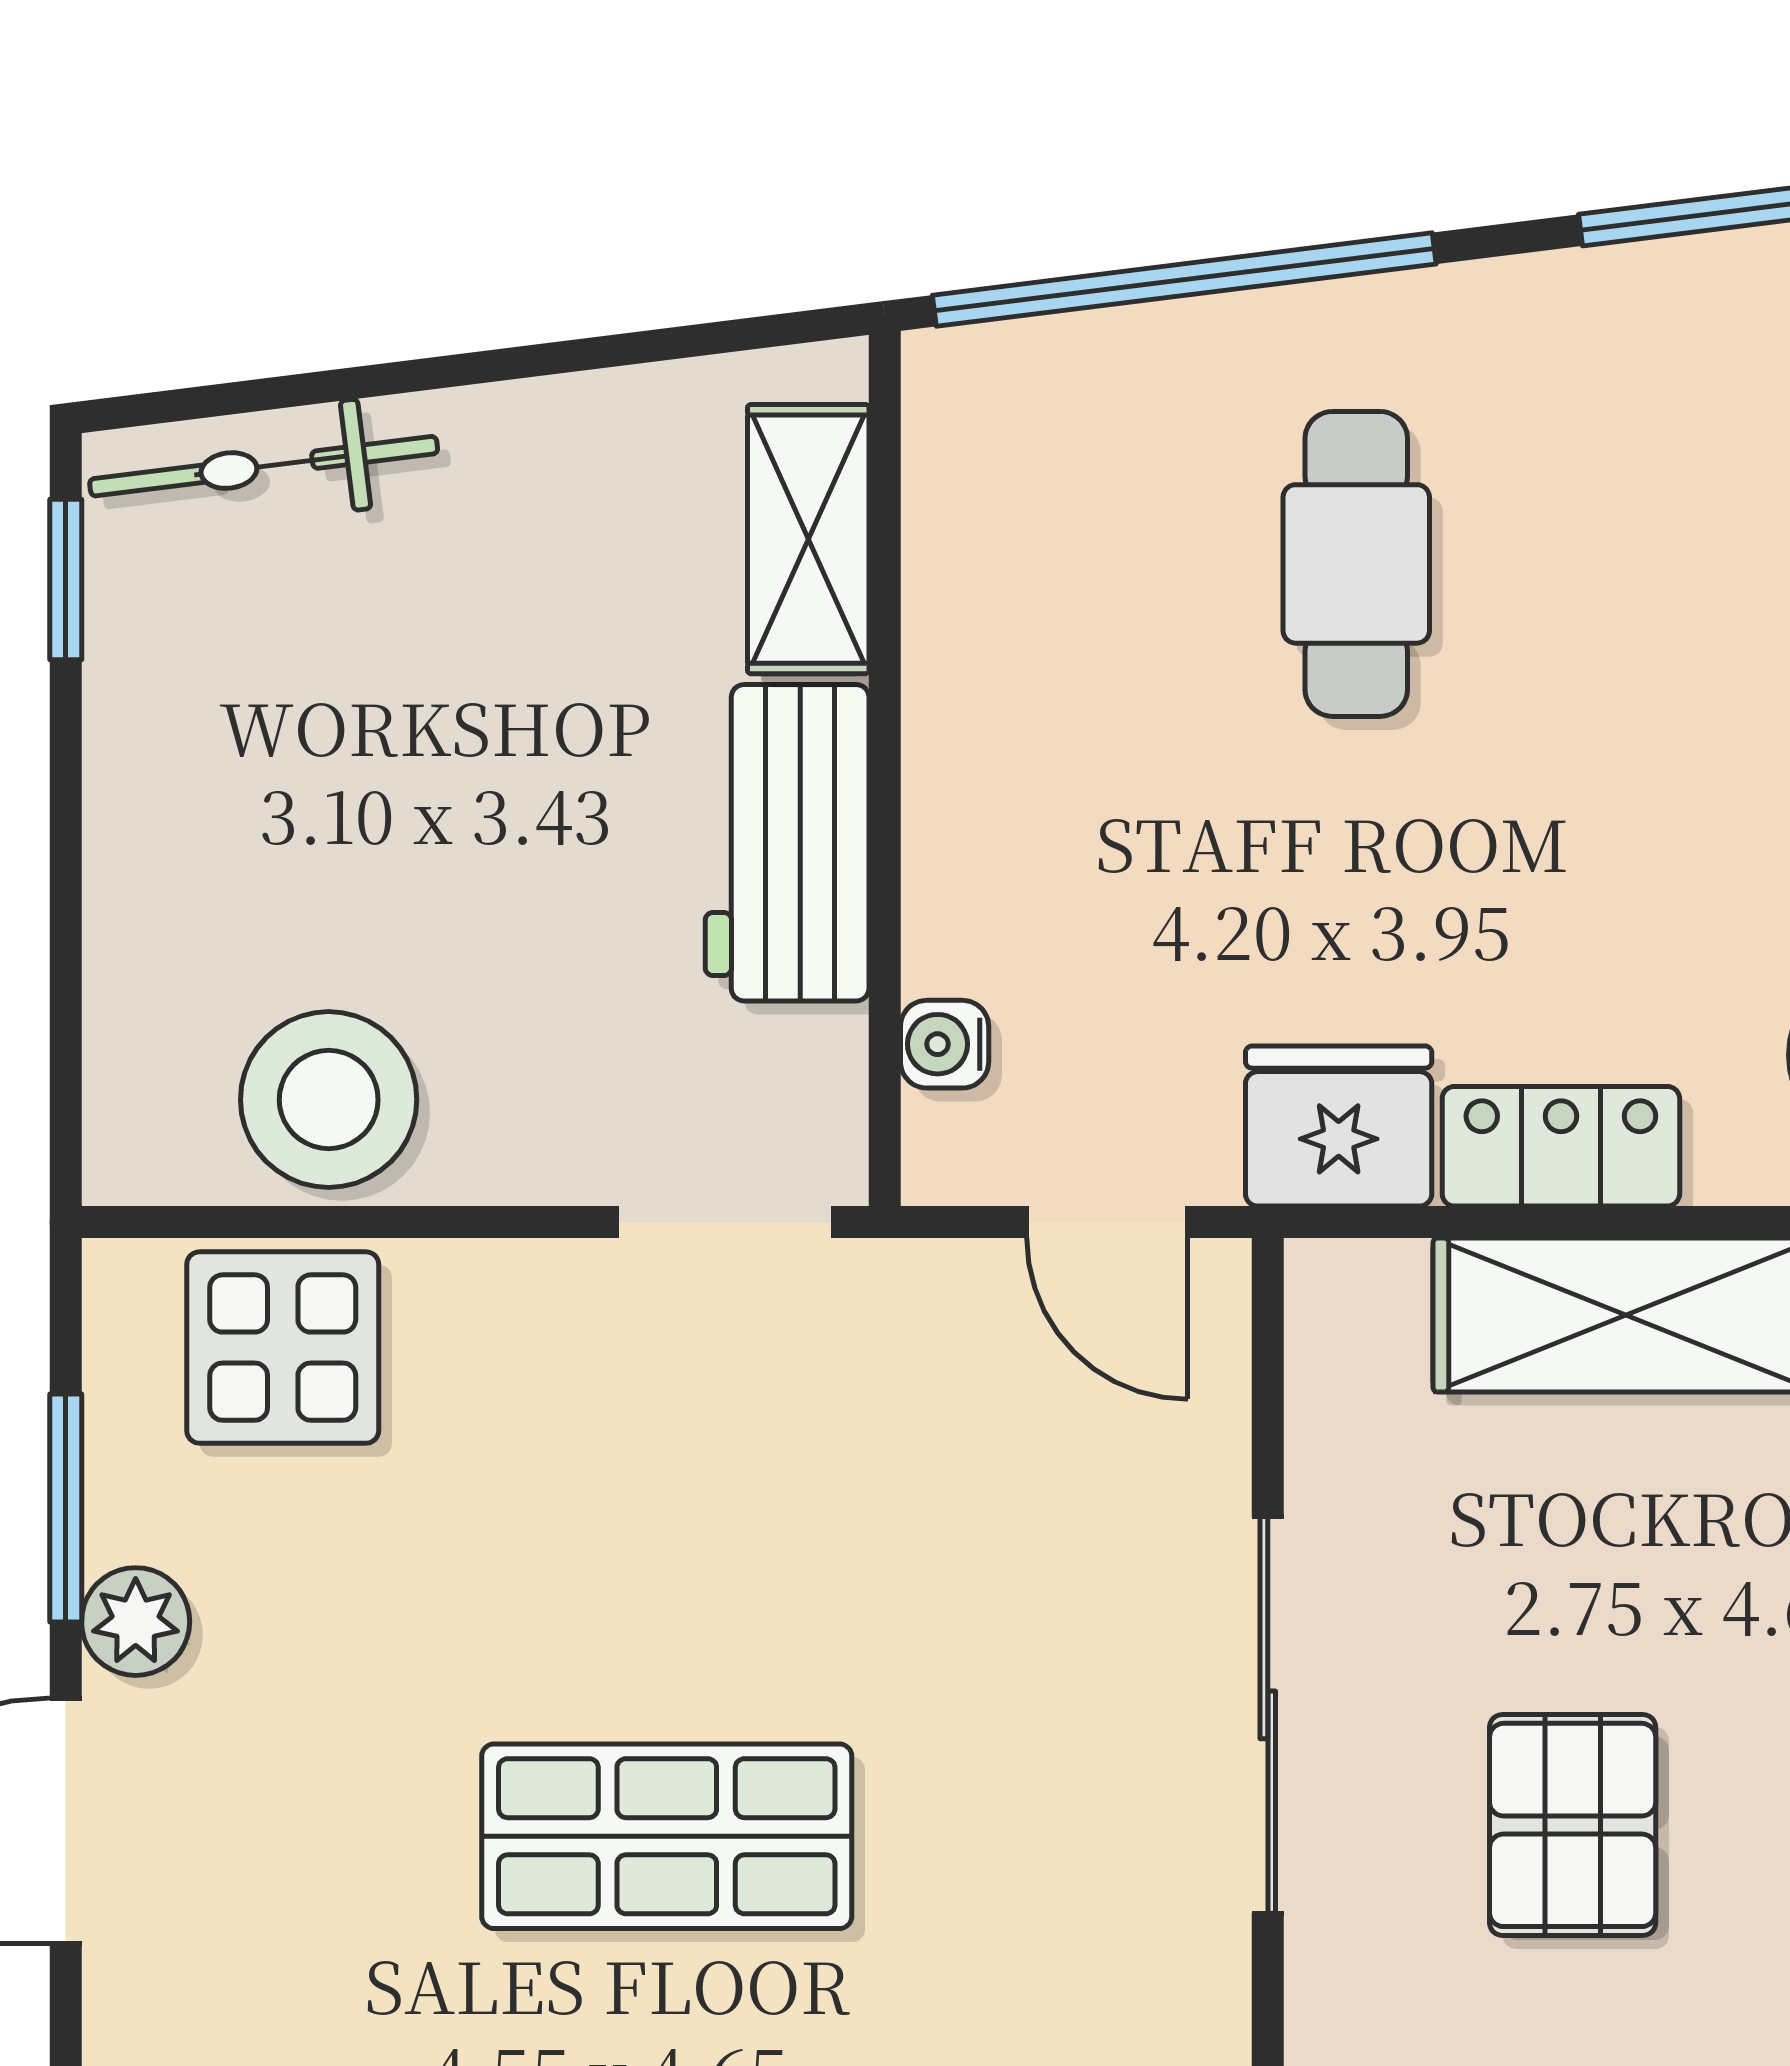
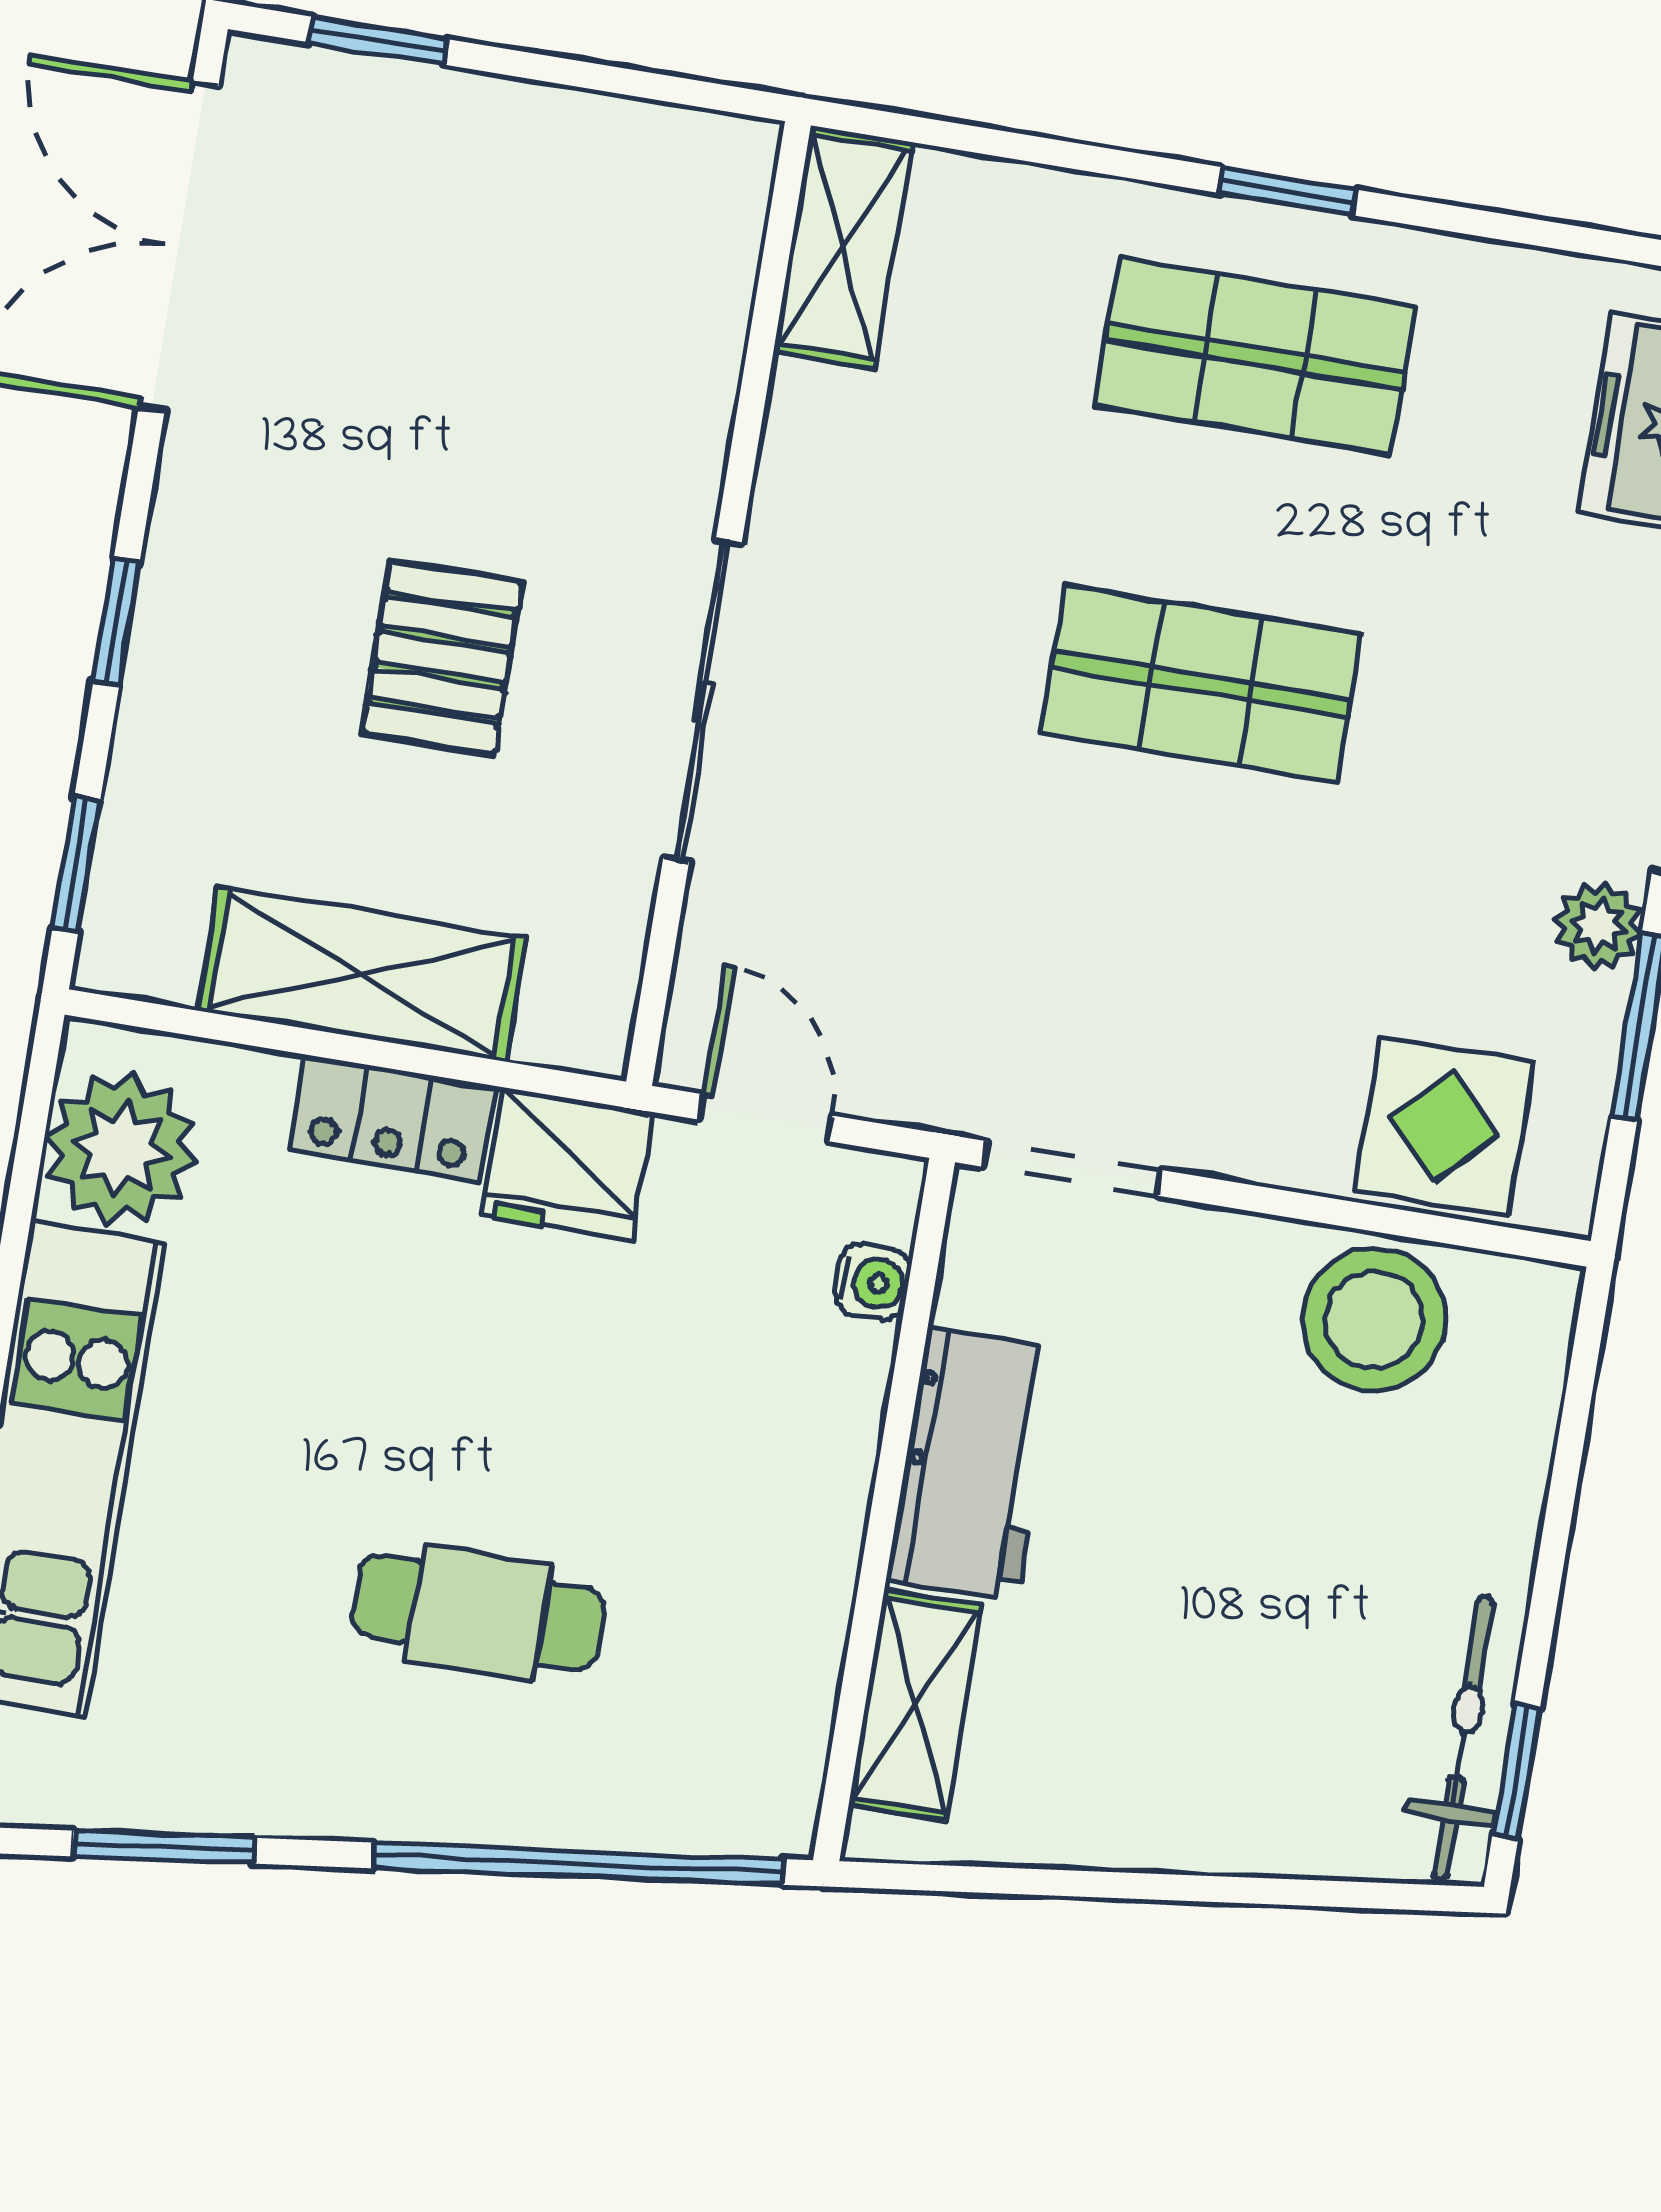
bicycle: (264, 466) -> (1463, 1738), moved, turned -83
cafe table: (1356, 564) -> (478, 1613), turned 90
pallet: (1573, 1825) -> (442, 657), moved

